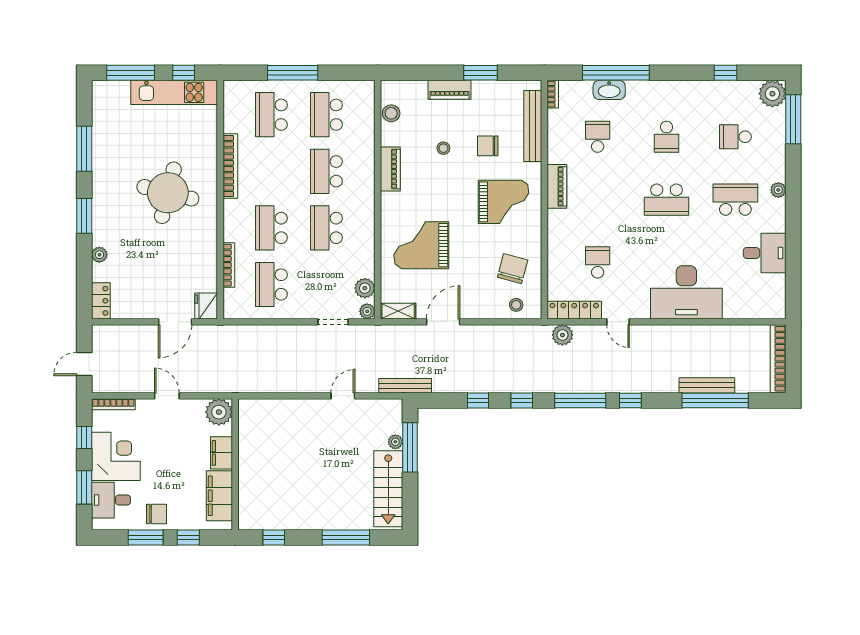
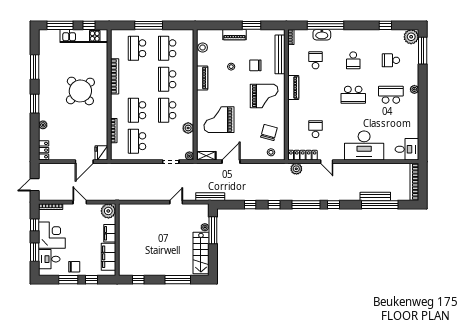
round table: (168, 193) -> (80, 91), turned 34
desk: (765, 253) -> (407, 149), moved
plant: (365, 288) -> (188, 128), moved

